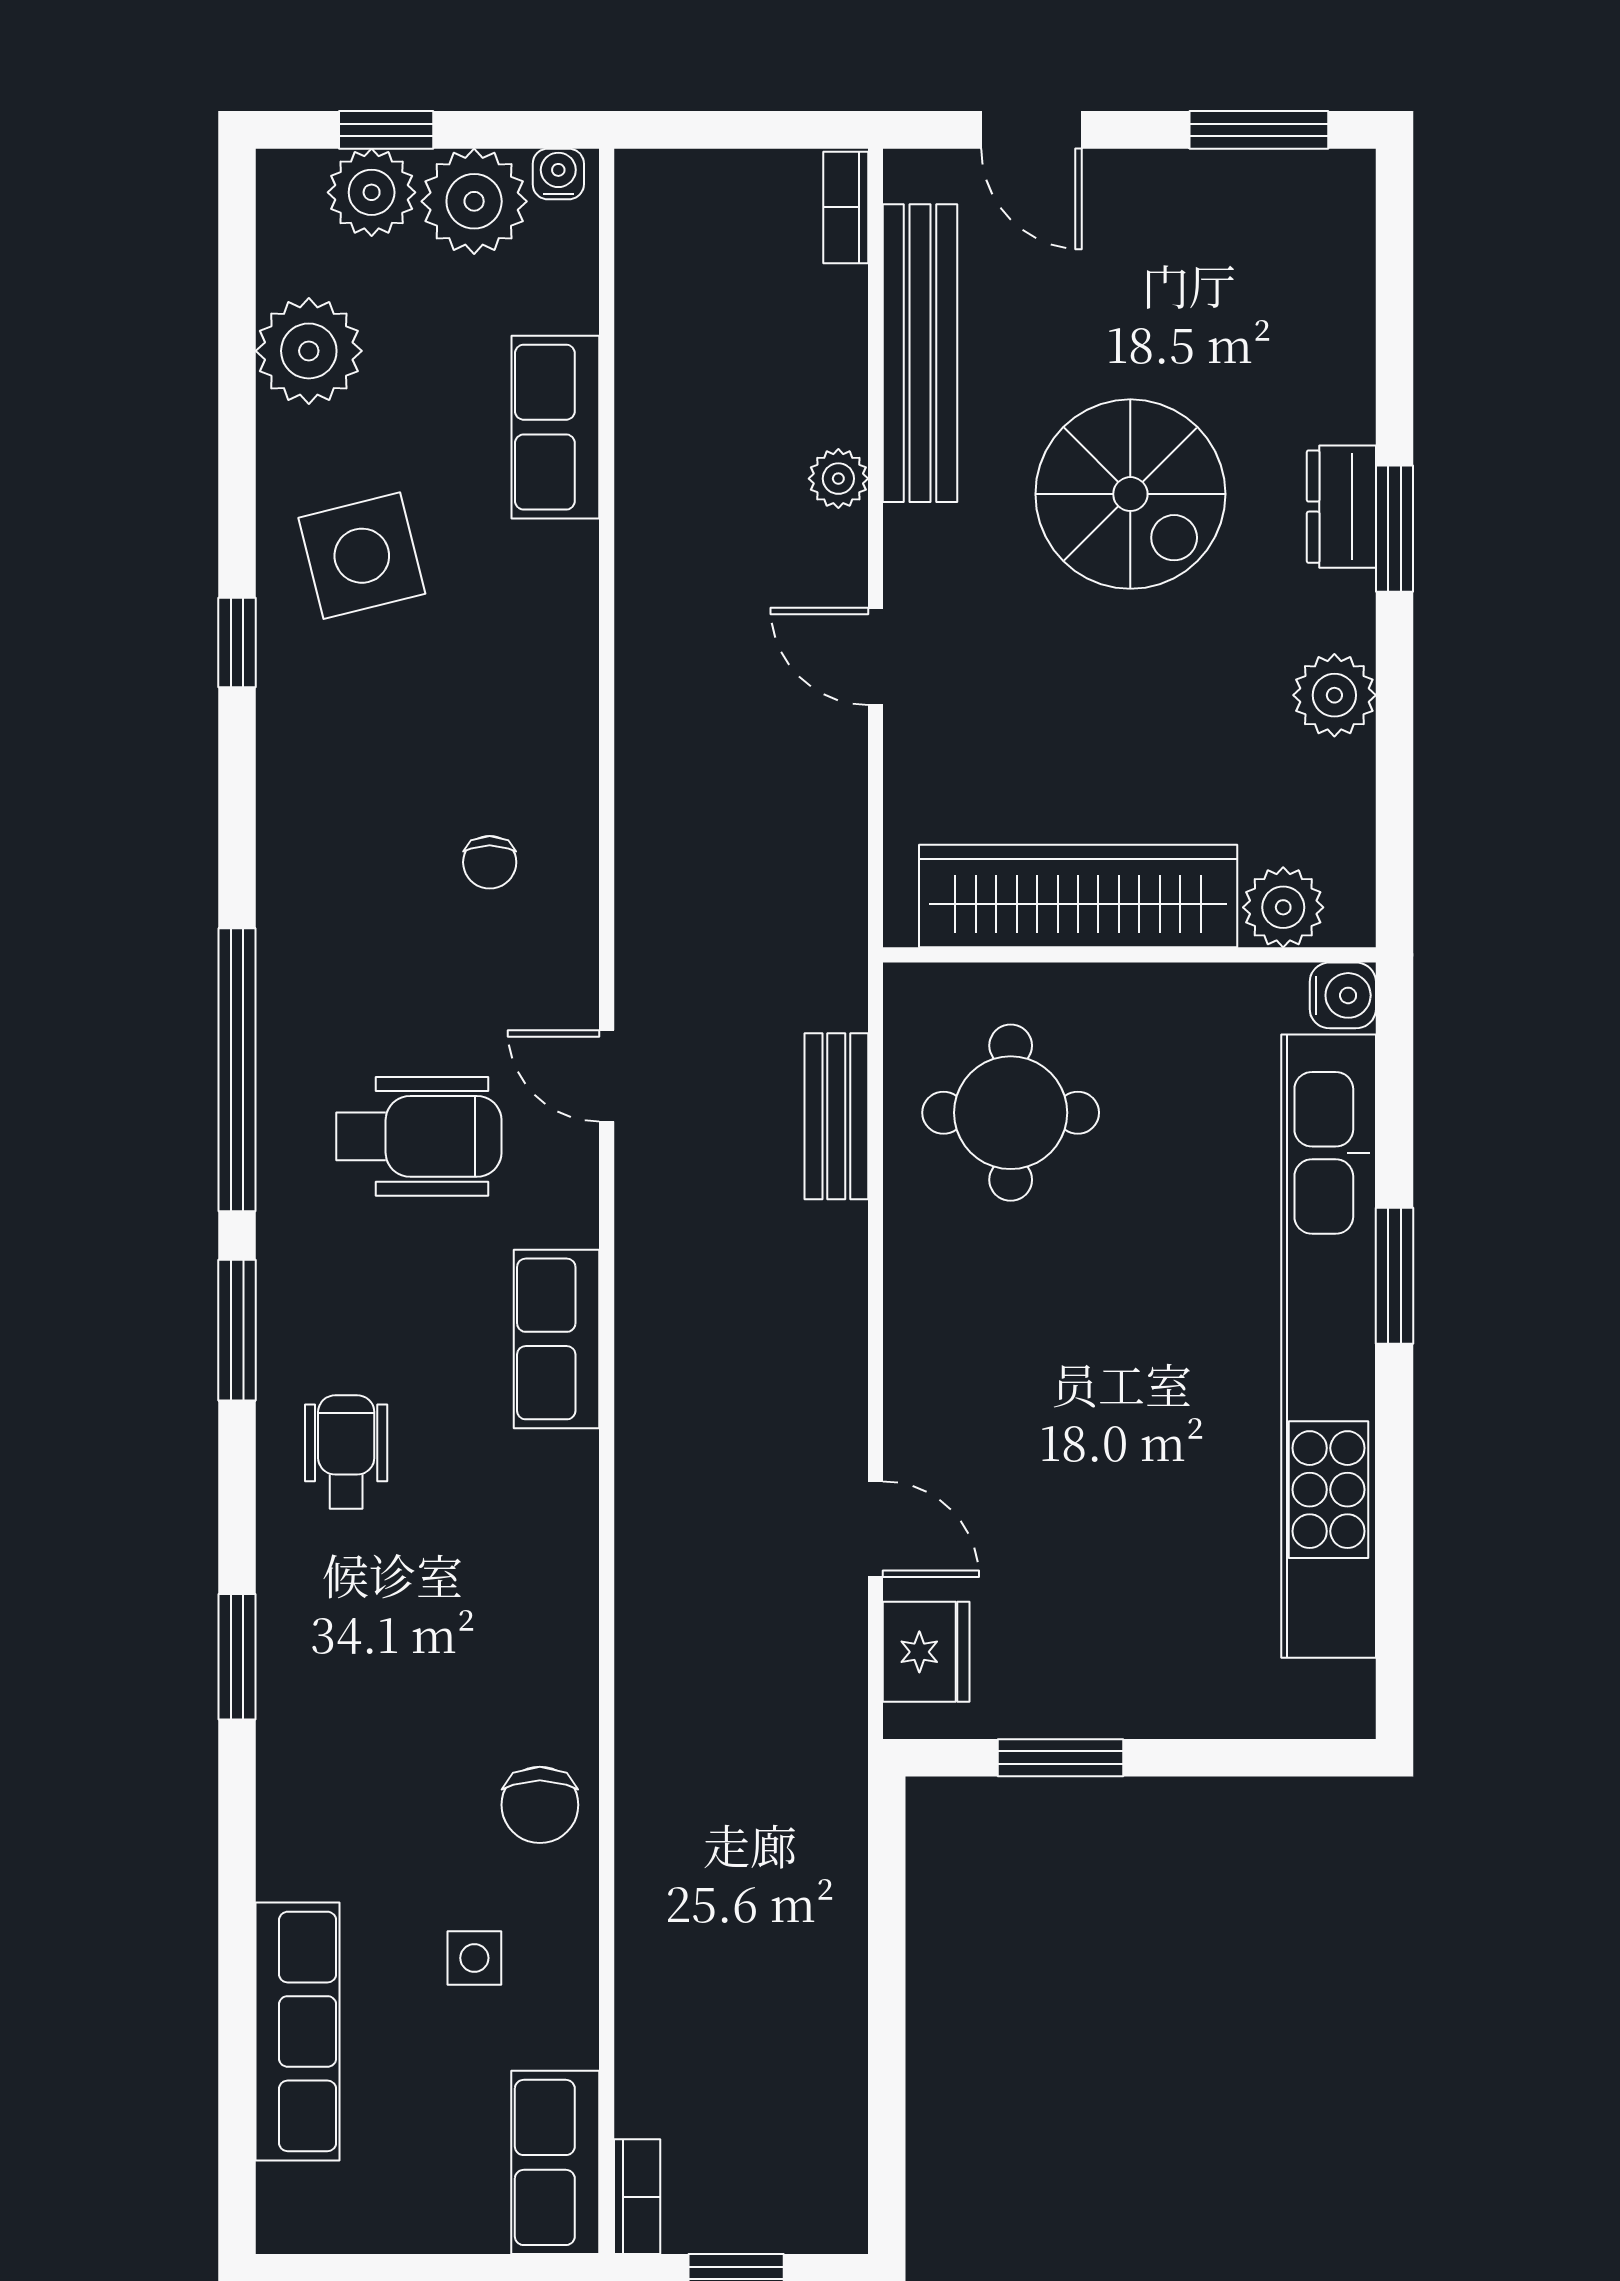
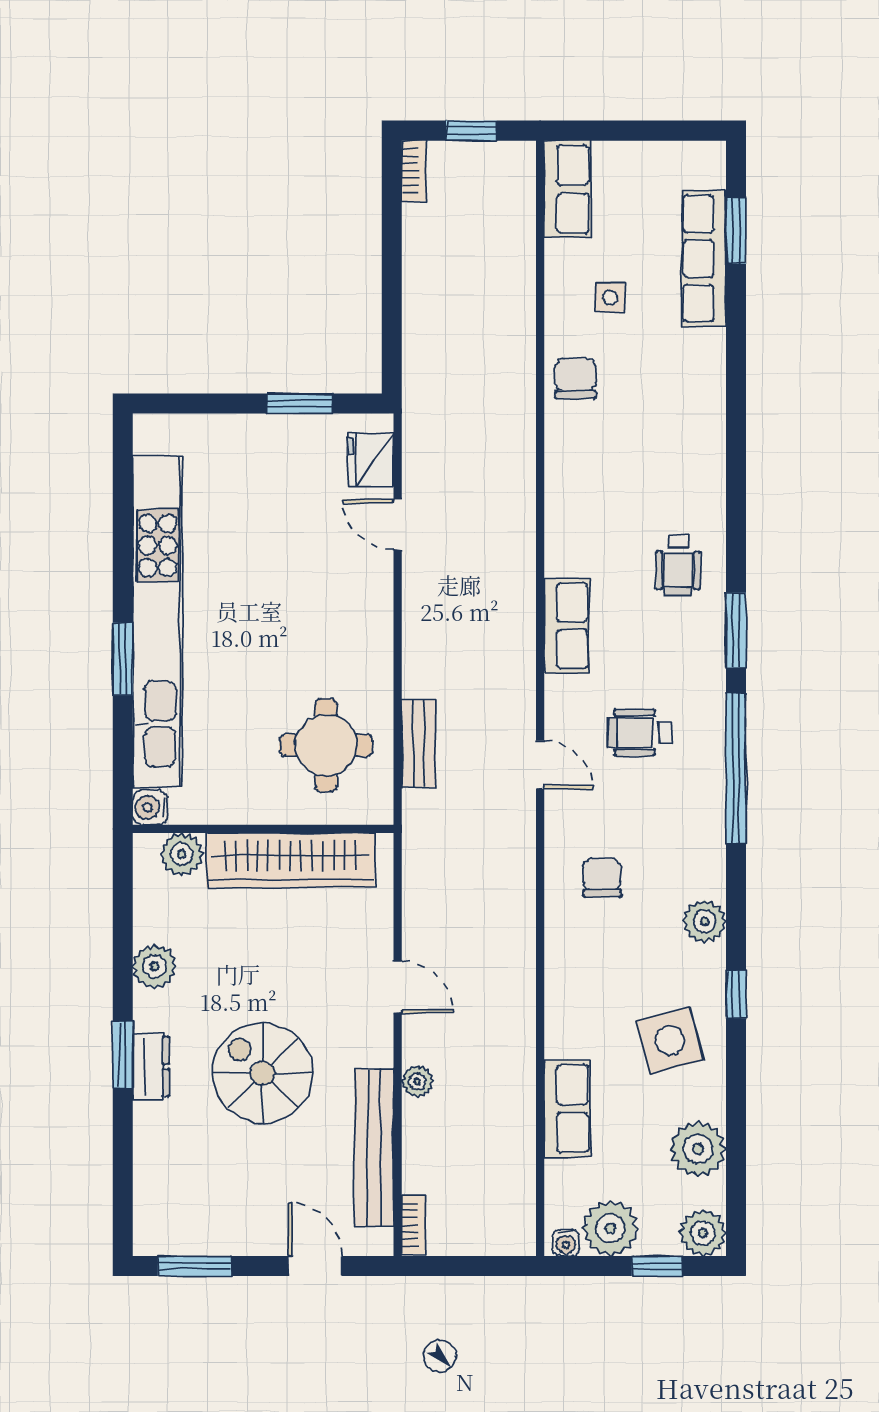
plant: (372, 192) -> (703, 1233), moved
plant: (296, 781) -> (704, 921), added
chair: (490, 862) -> (602, 878), width x1.37, depth x1.37
wheelchair: (419, 1136) -> (640, 733), width x0.73, depth x0.73
window: (237, 1657) -> (736, 230), moved
bookcase: (637, 2197) -> (414, 171), moved, turned 180

